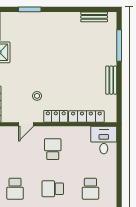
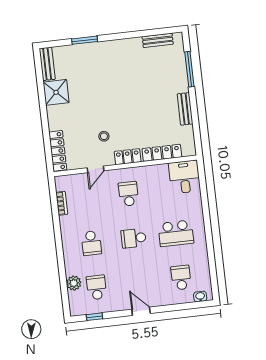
school desk: (90, 189) -> (176, 233), width x1.85

